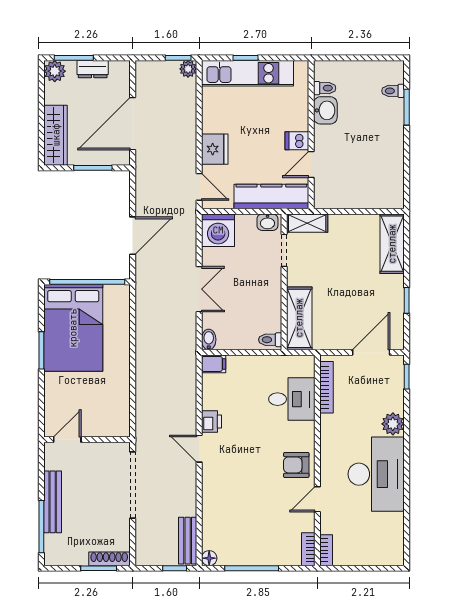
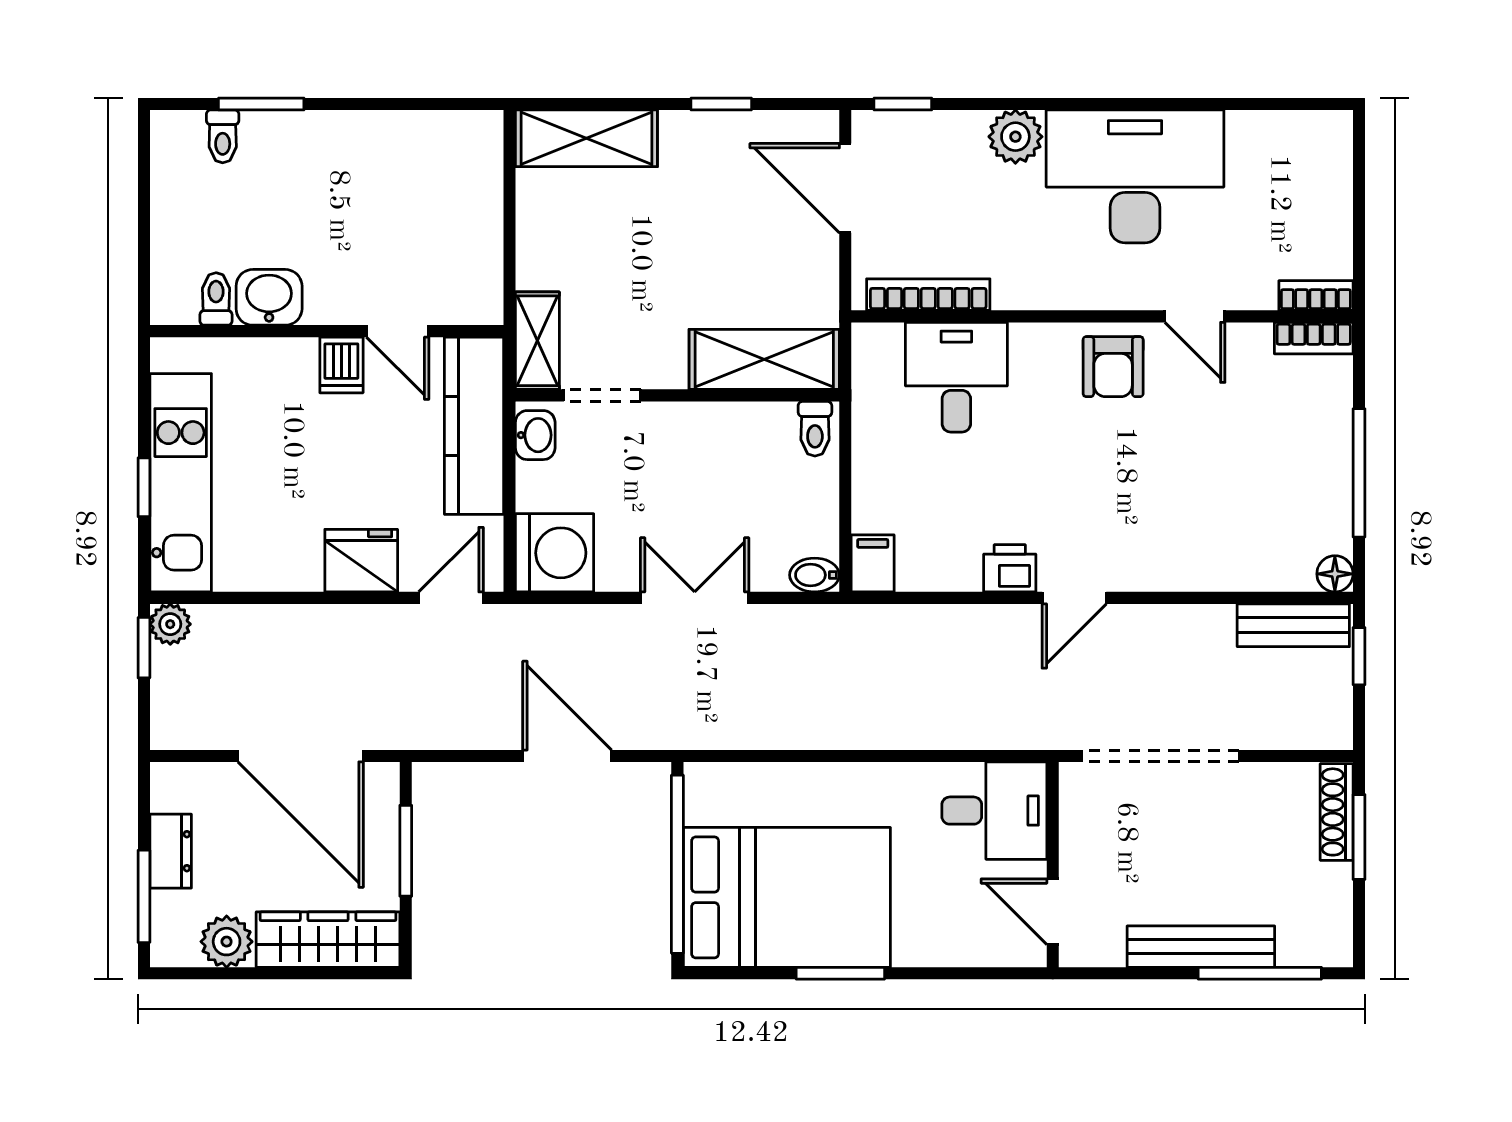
plant: (55, 71) -> (227, 942), moved
desk: (110, 415) -> (994, 811), added

